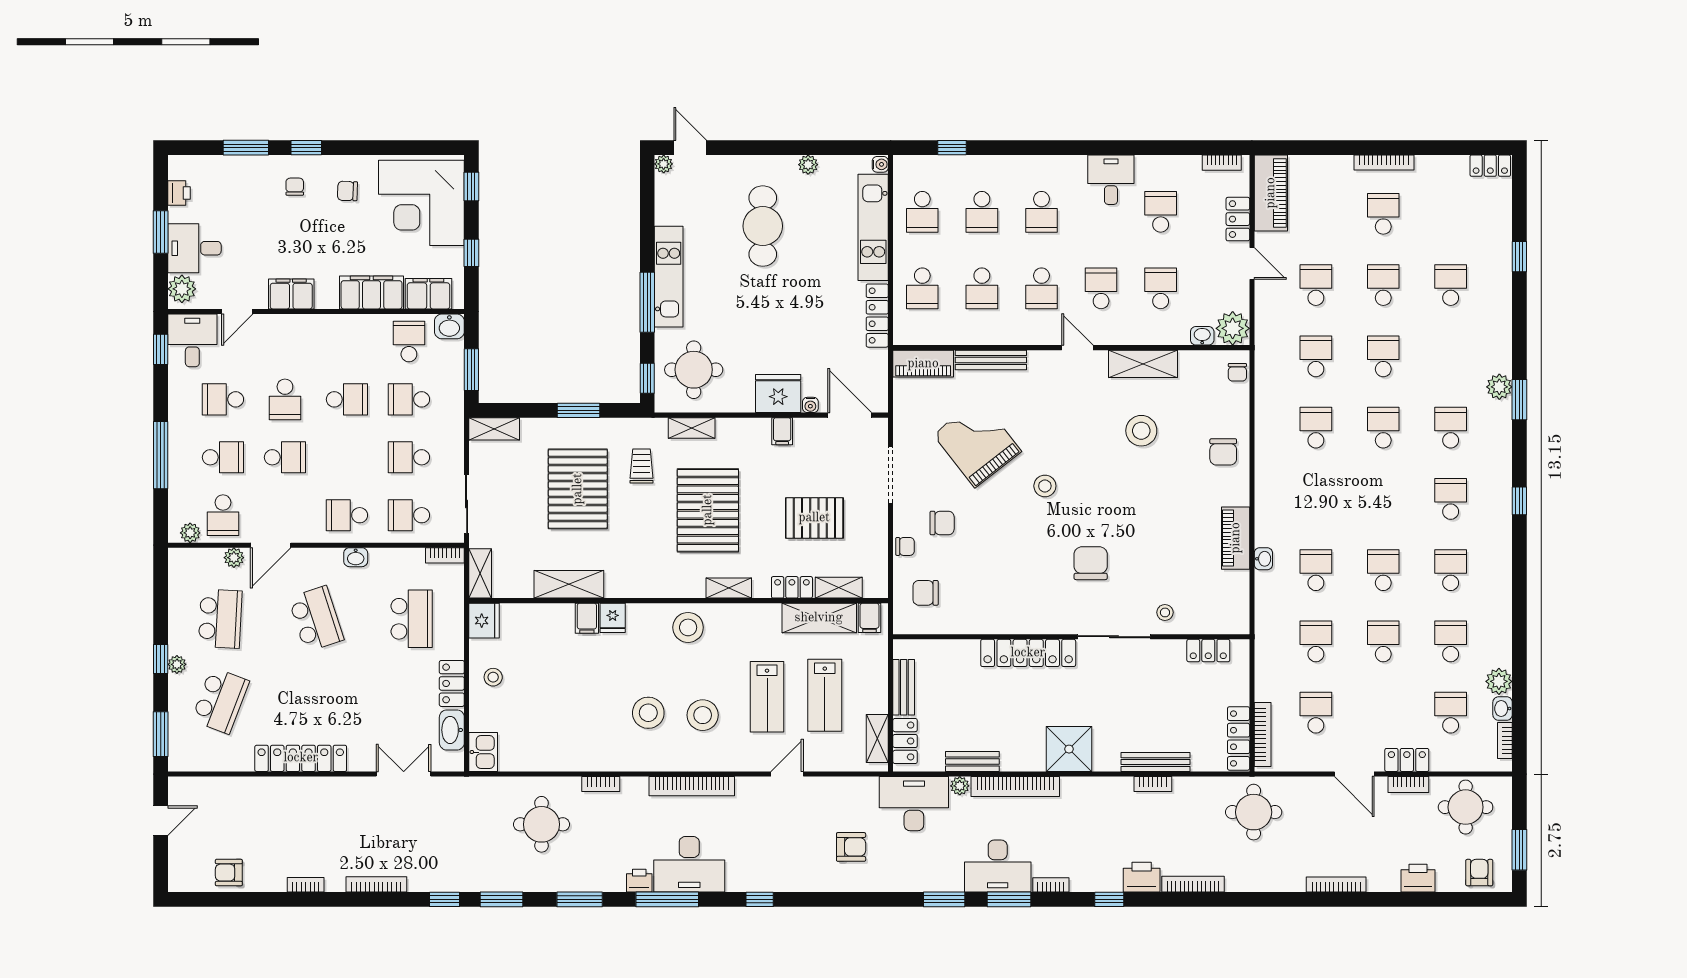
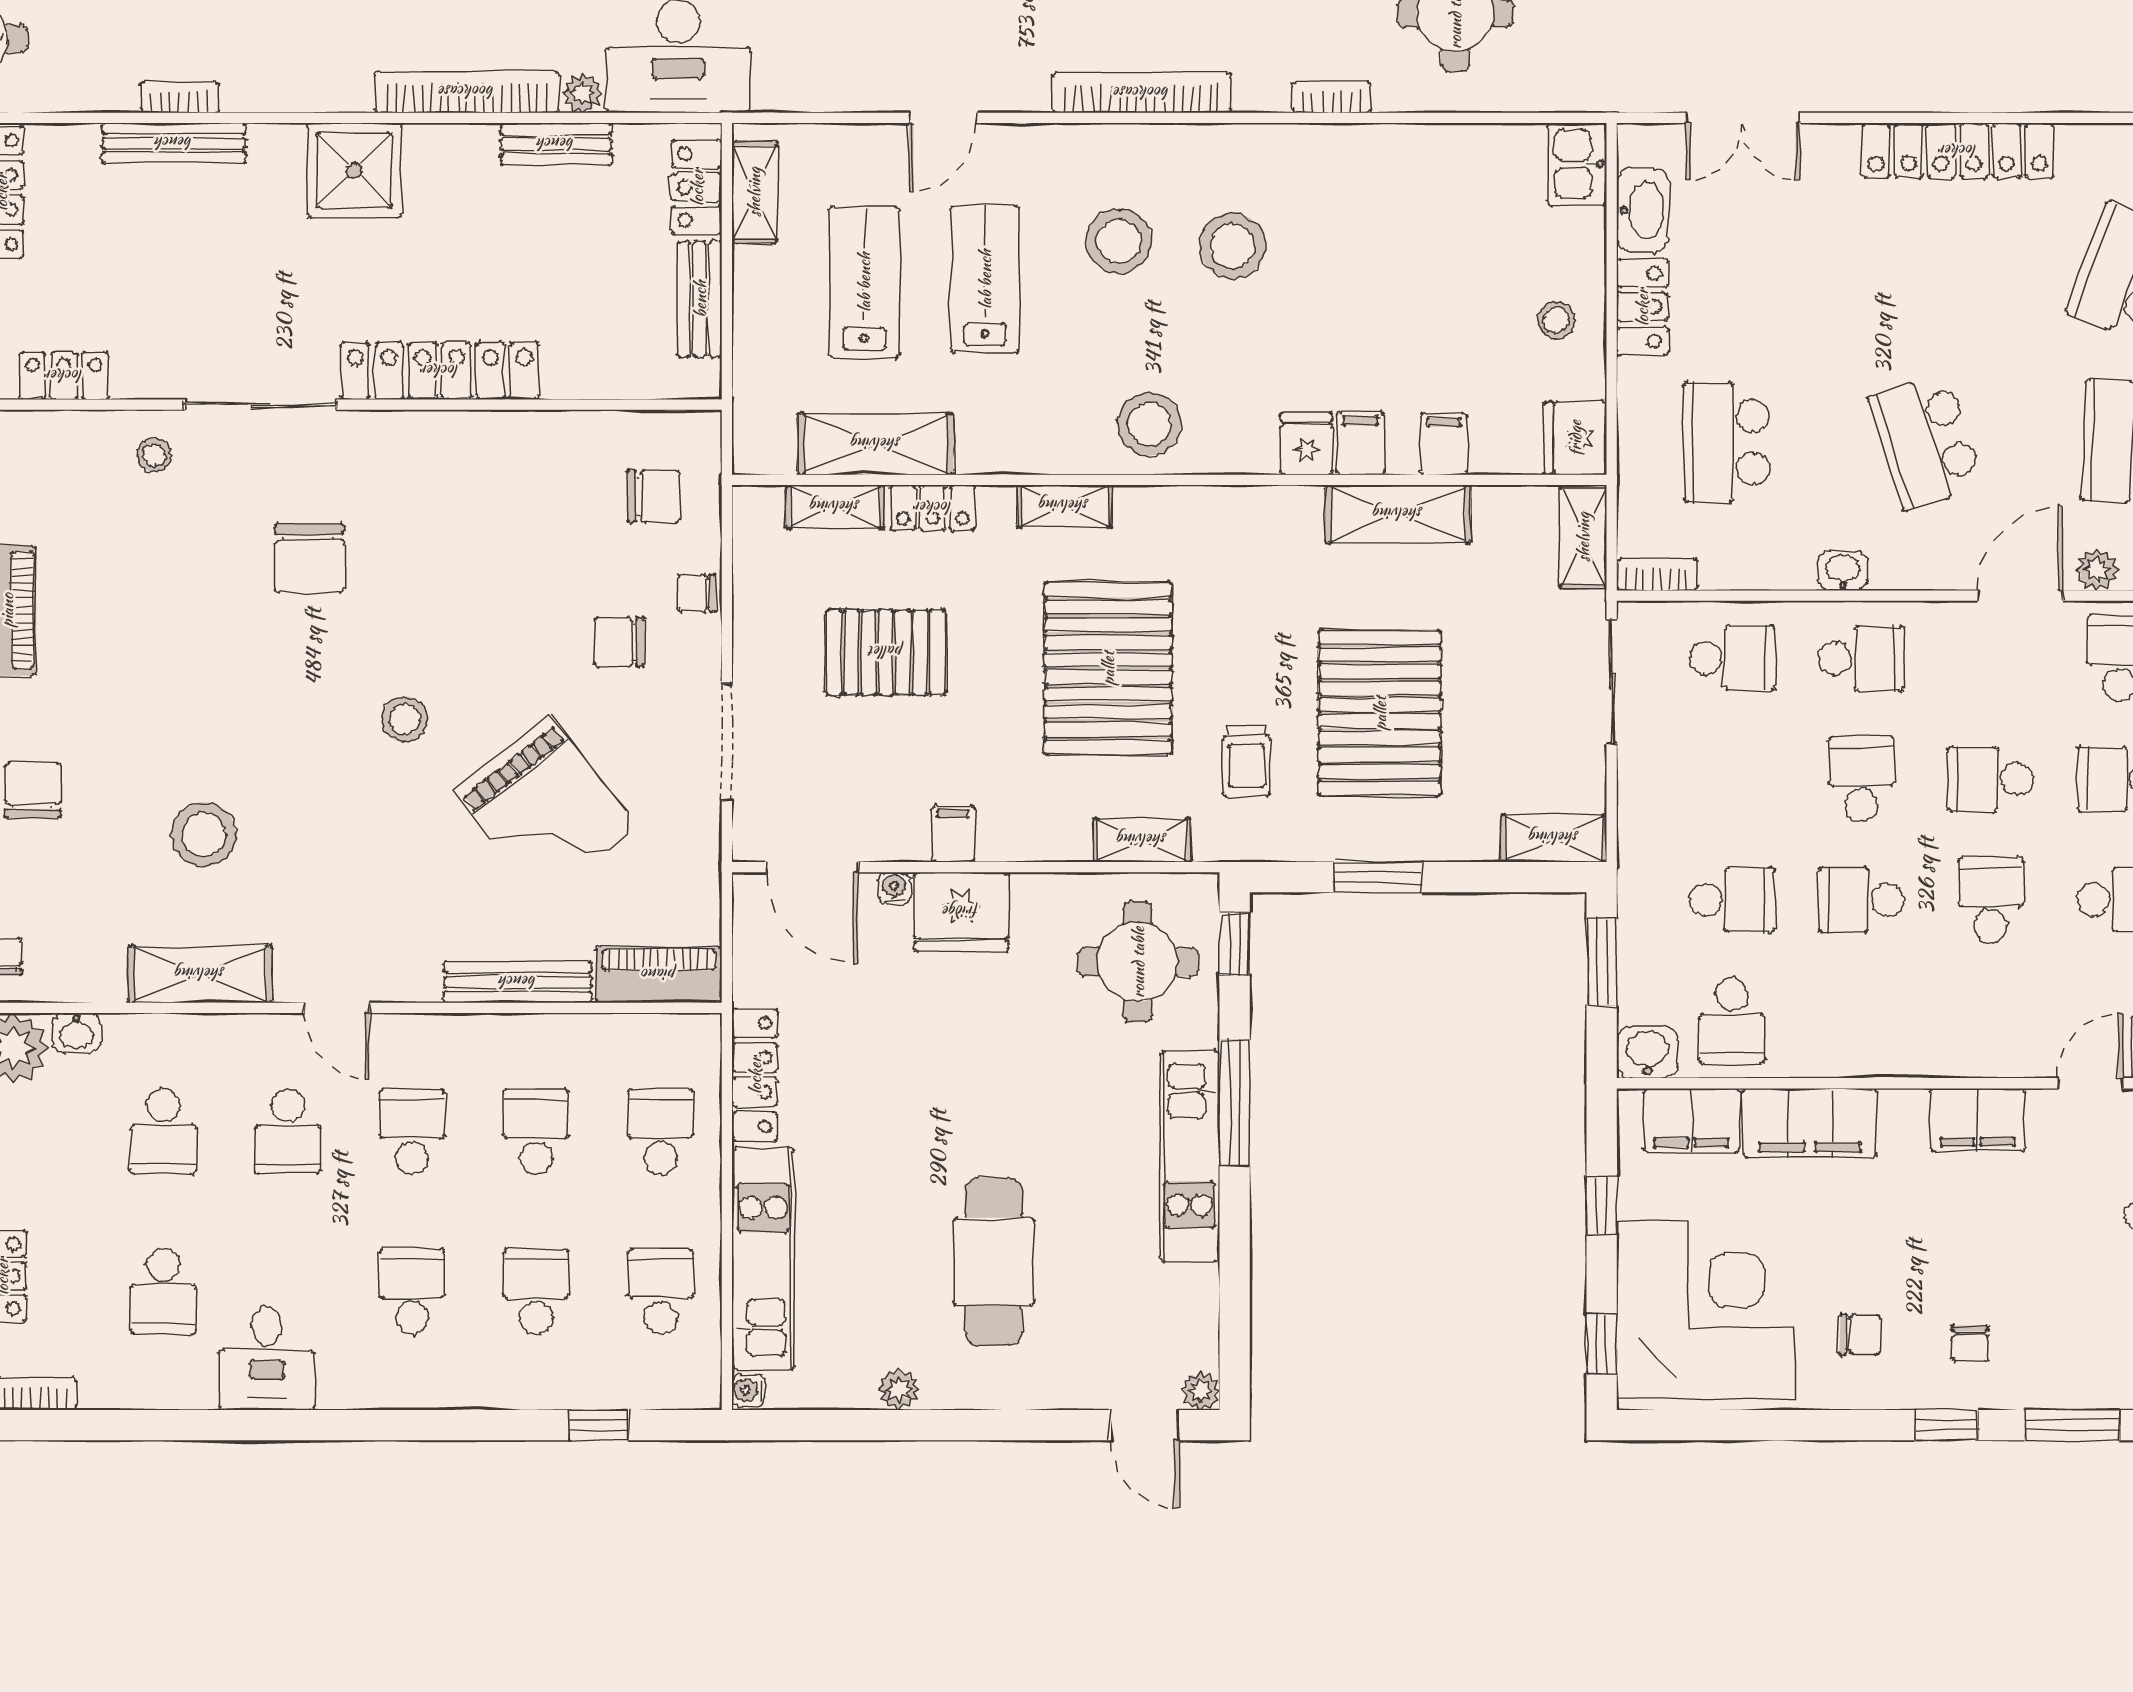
school desk: (409, 457) -> (1861, 779), moved, turned -90
filing cabinet: (870, 618) -> (1444, 444), moved

